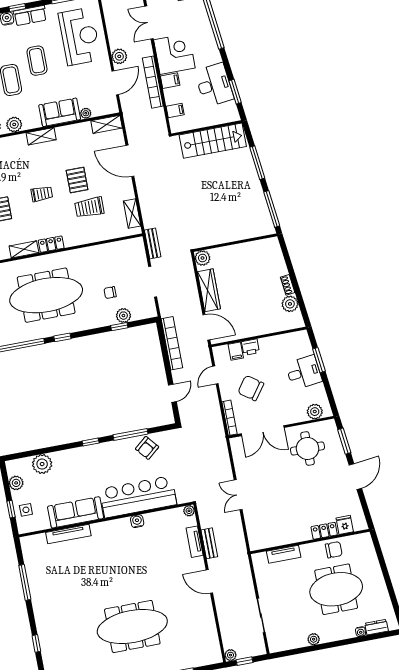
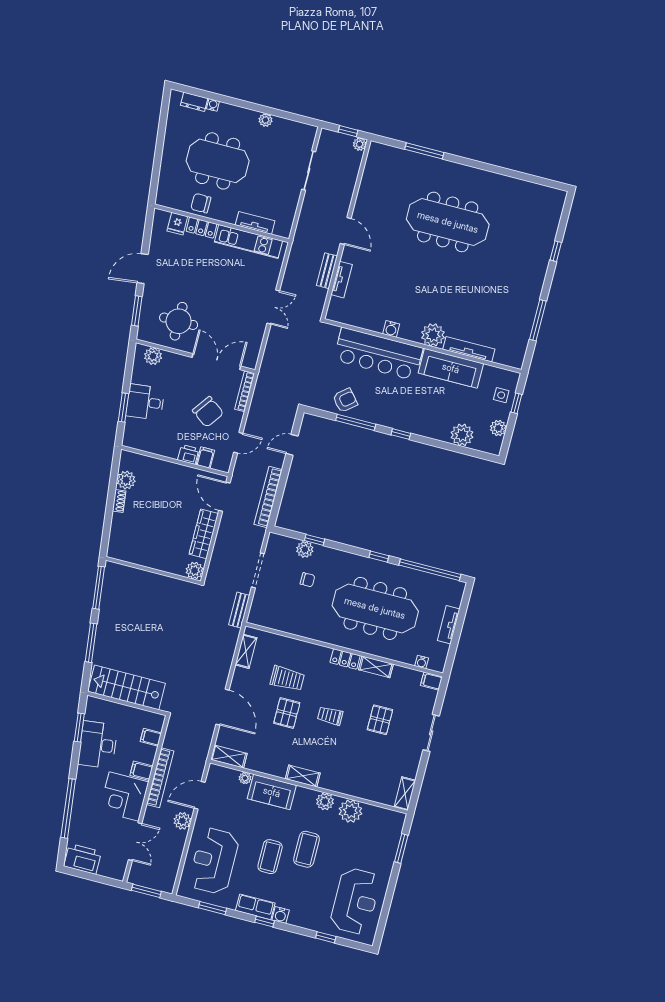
plant: (189, 511) -> (433, 335), moved, width x1.87, depth x1.87
kitchen unit: (282, 537) -> (248, 241), added

